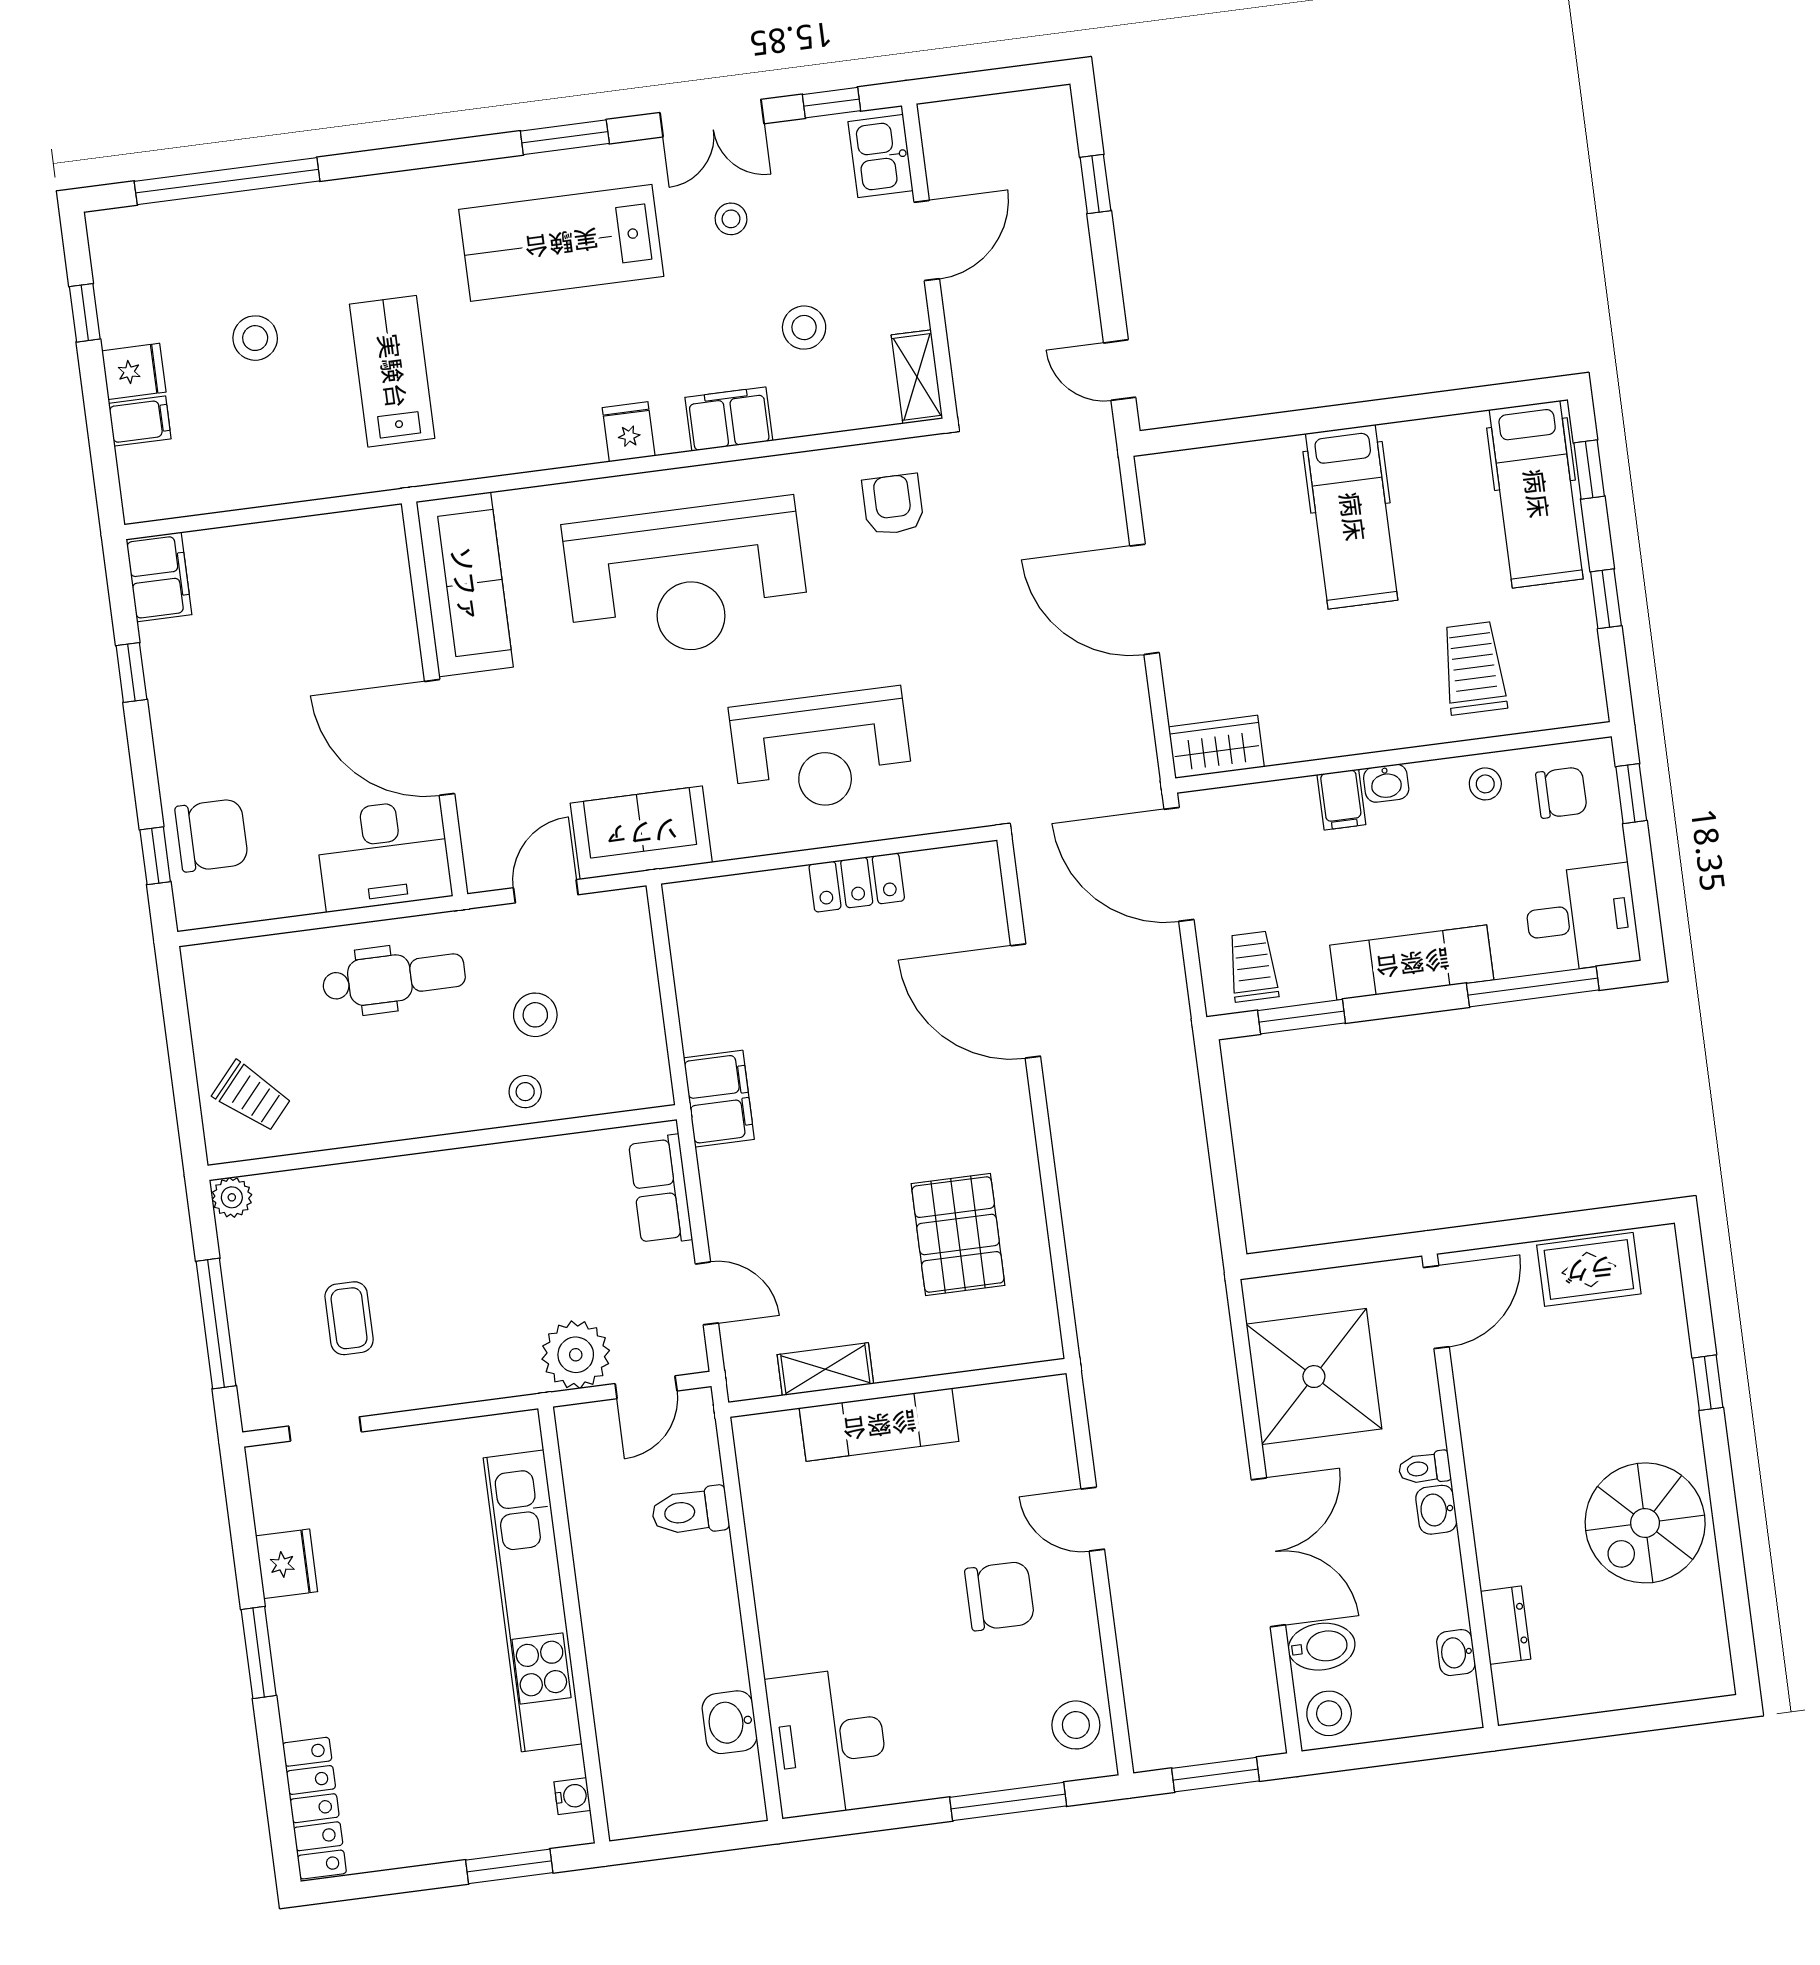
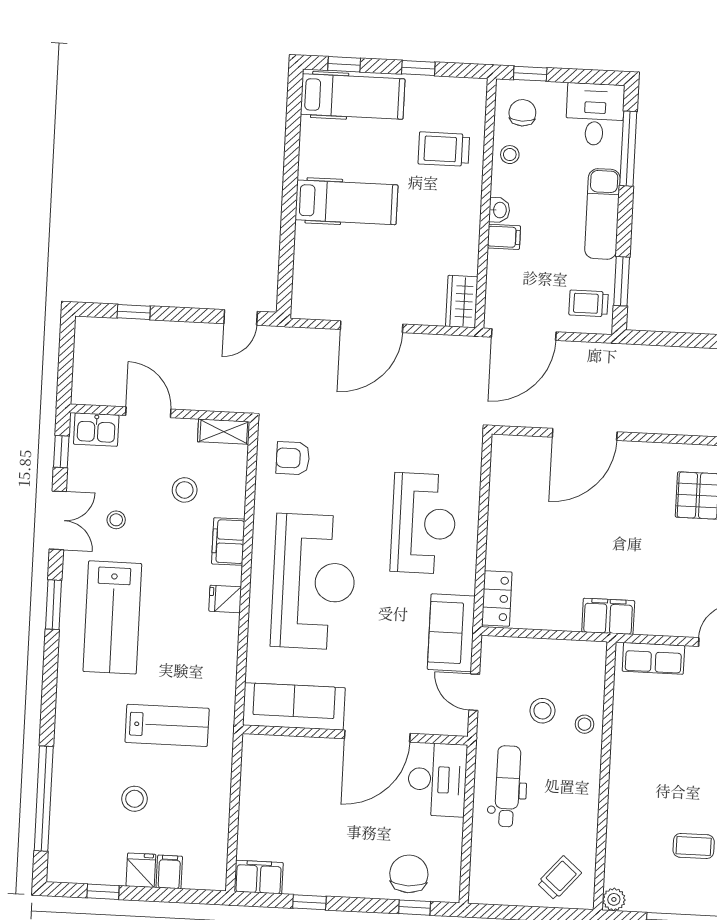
lab bench: (392, 371) -> (167, 725), turned 180
locker: (857, 882) -> (497, 599), moved

